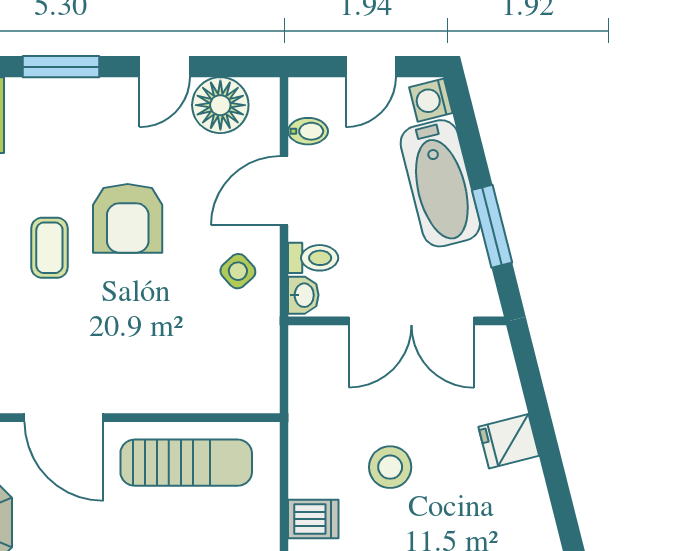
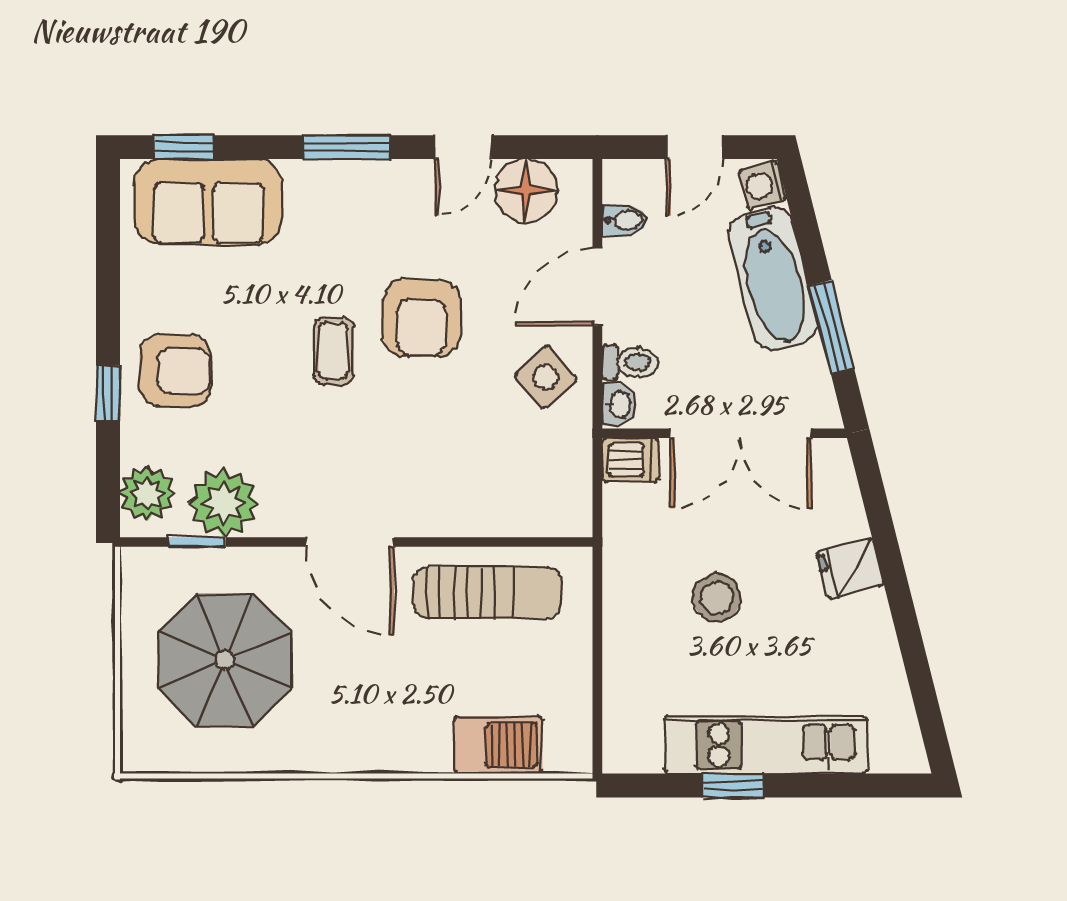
side table: (238, 271) -> (545, 377), width x1.37, depth x1.37
dishwasher: (313, 519) -> (630, 460), moved

